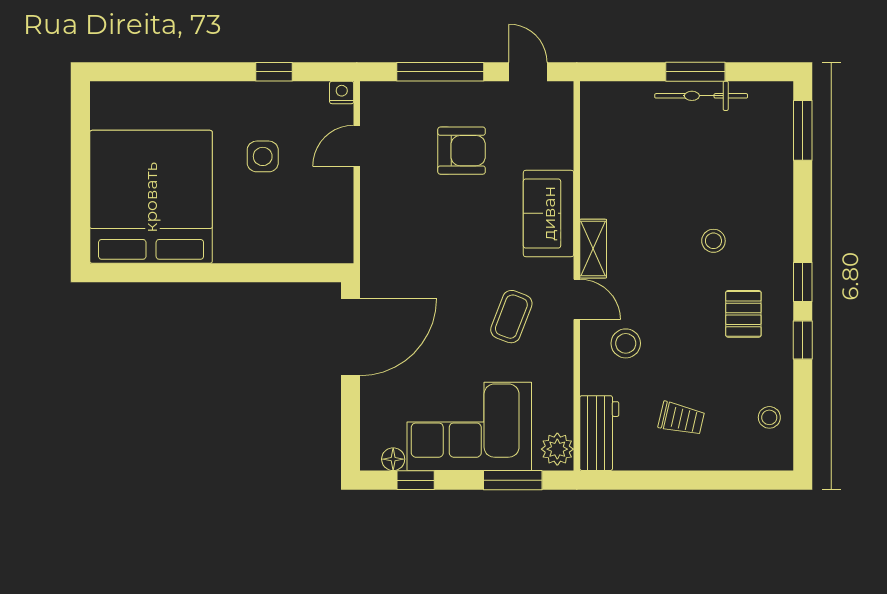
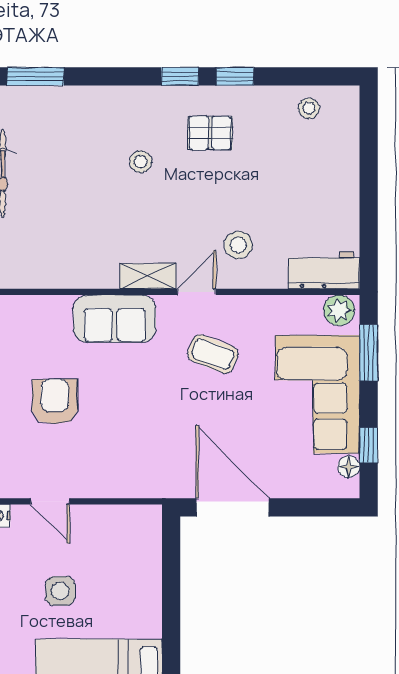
trolley: (681, 419) -> (310, 192), removed

